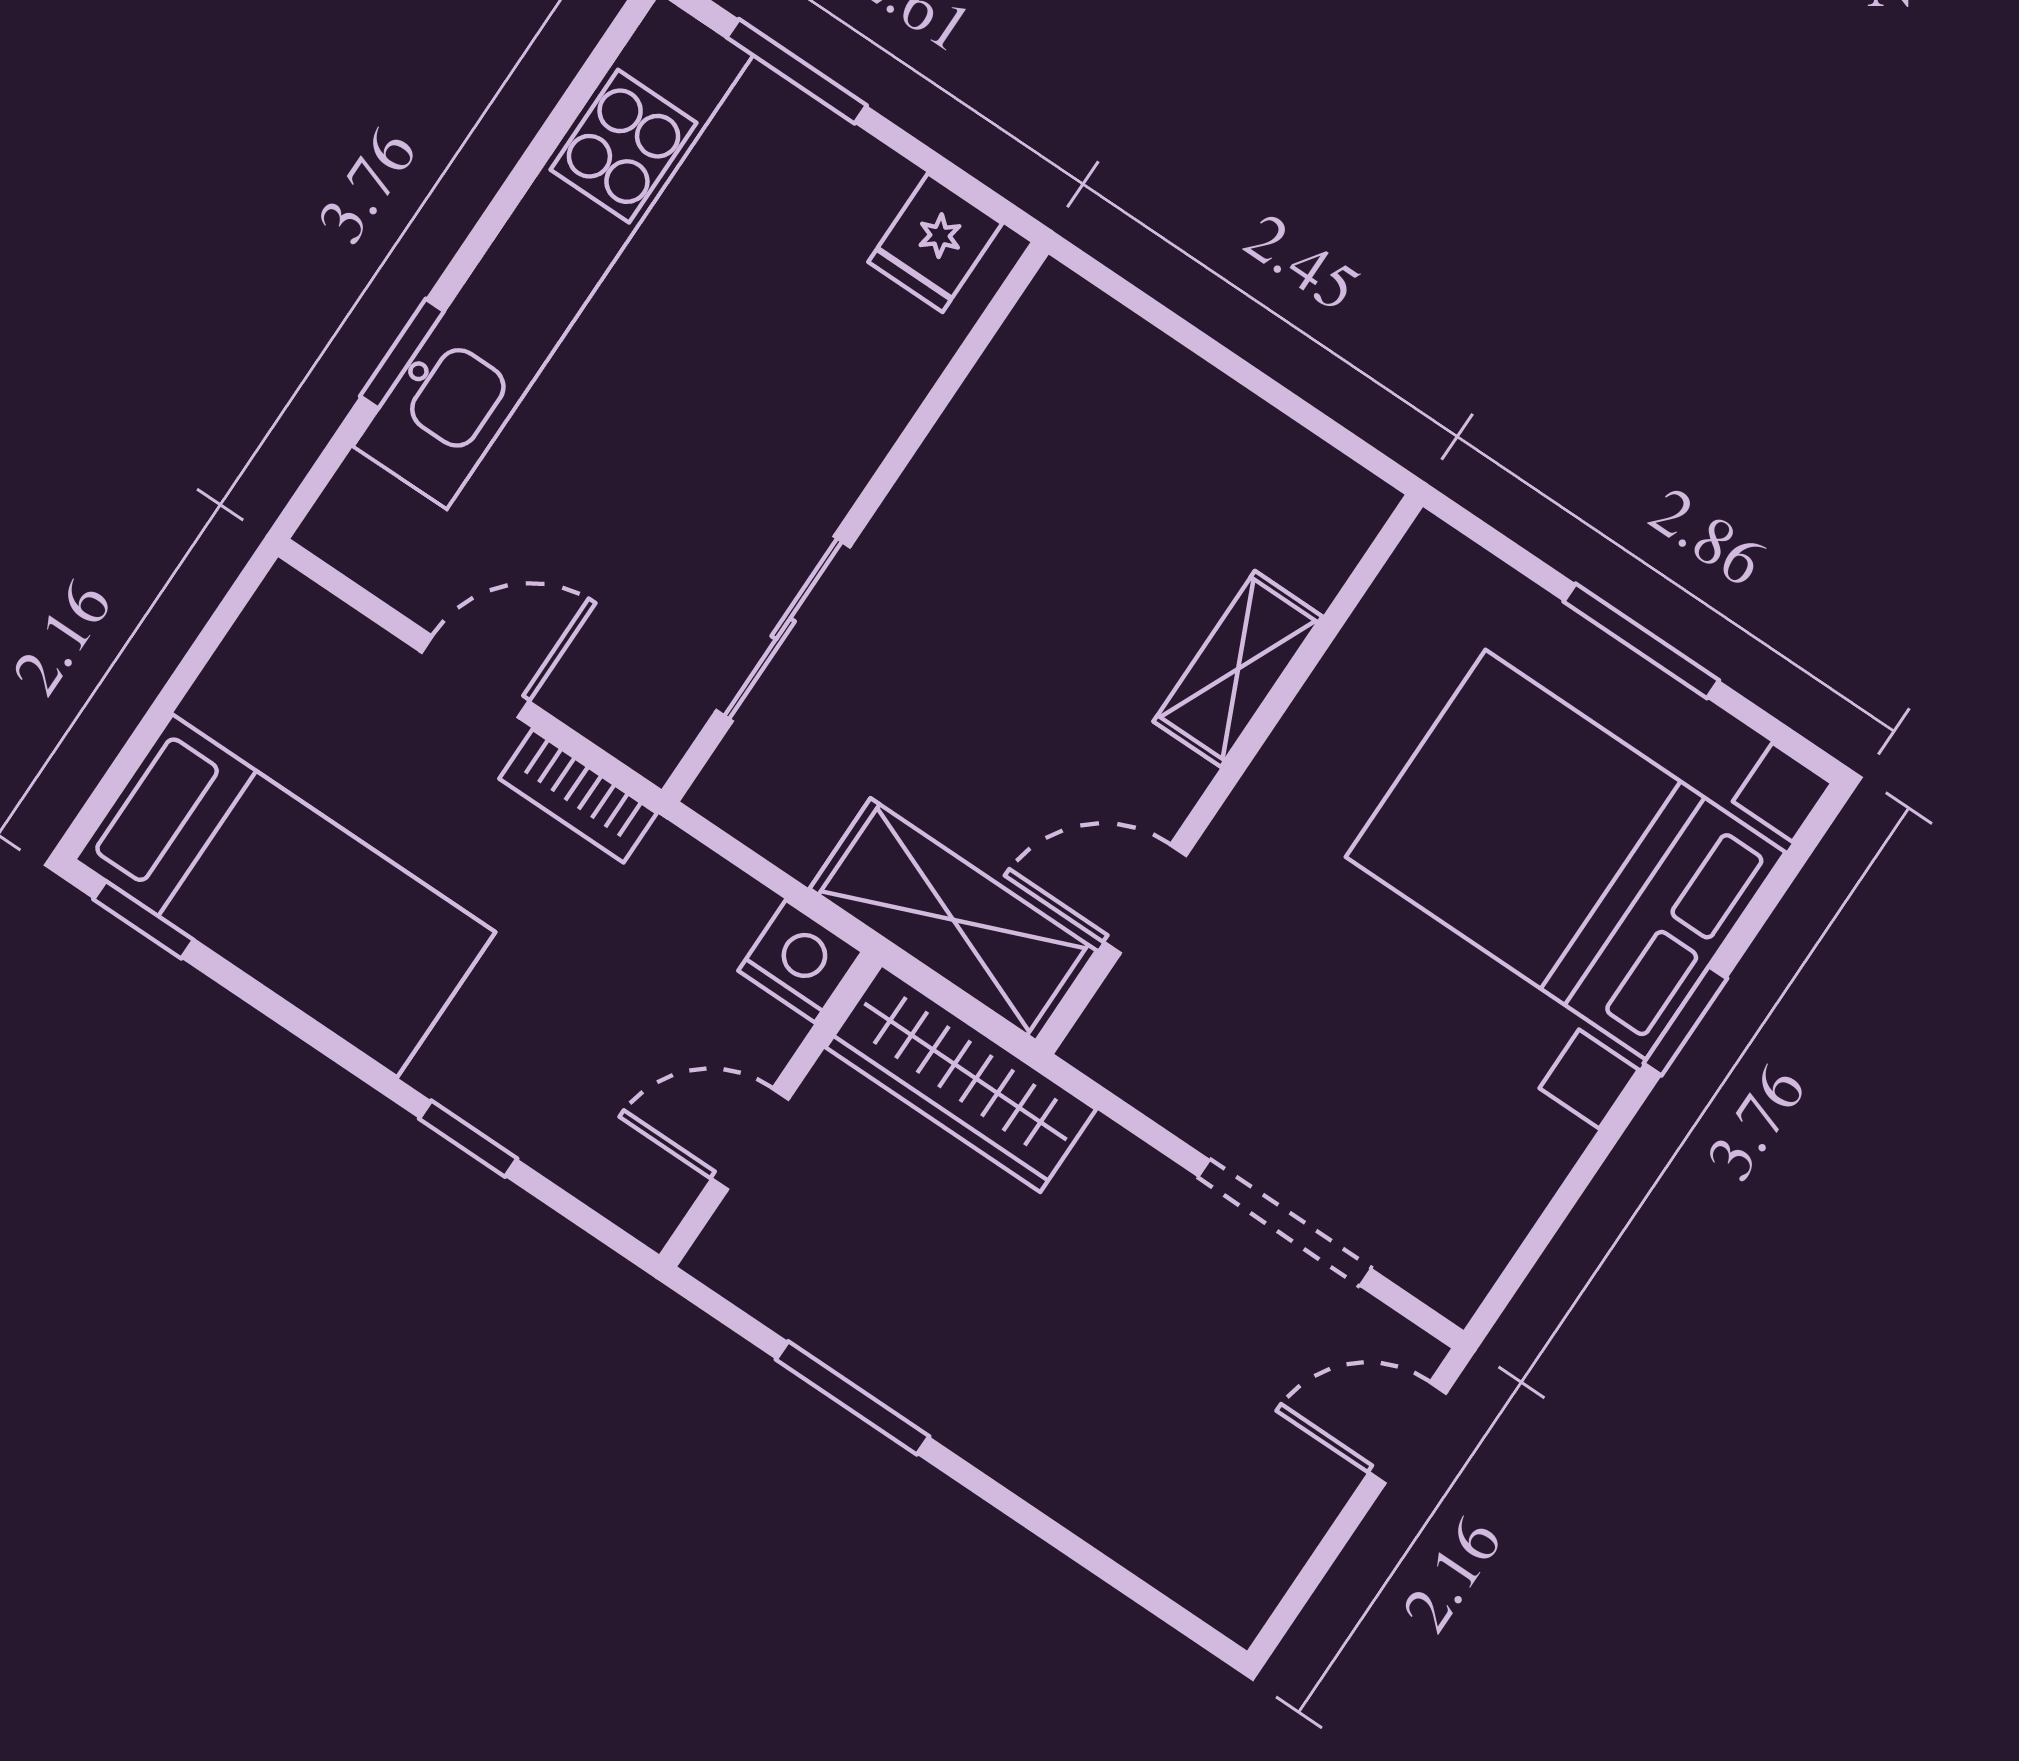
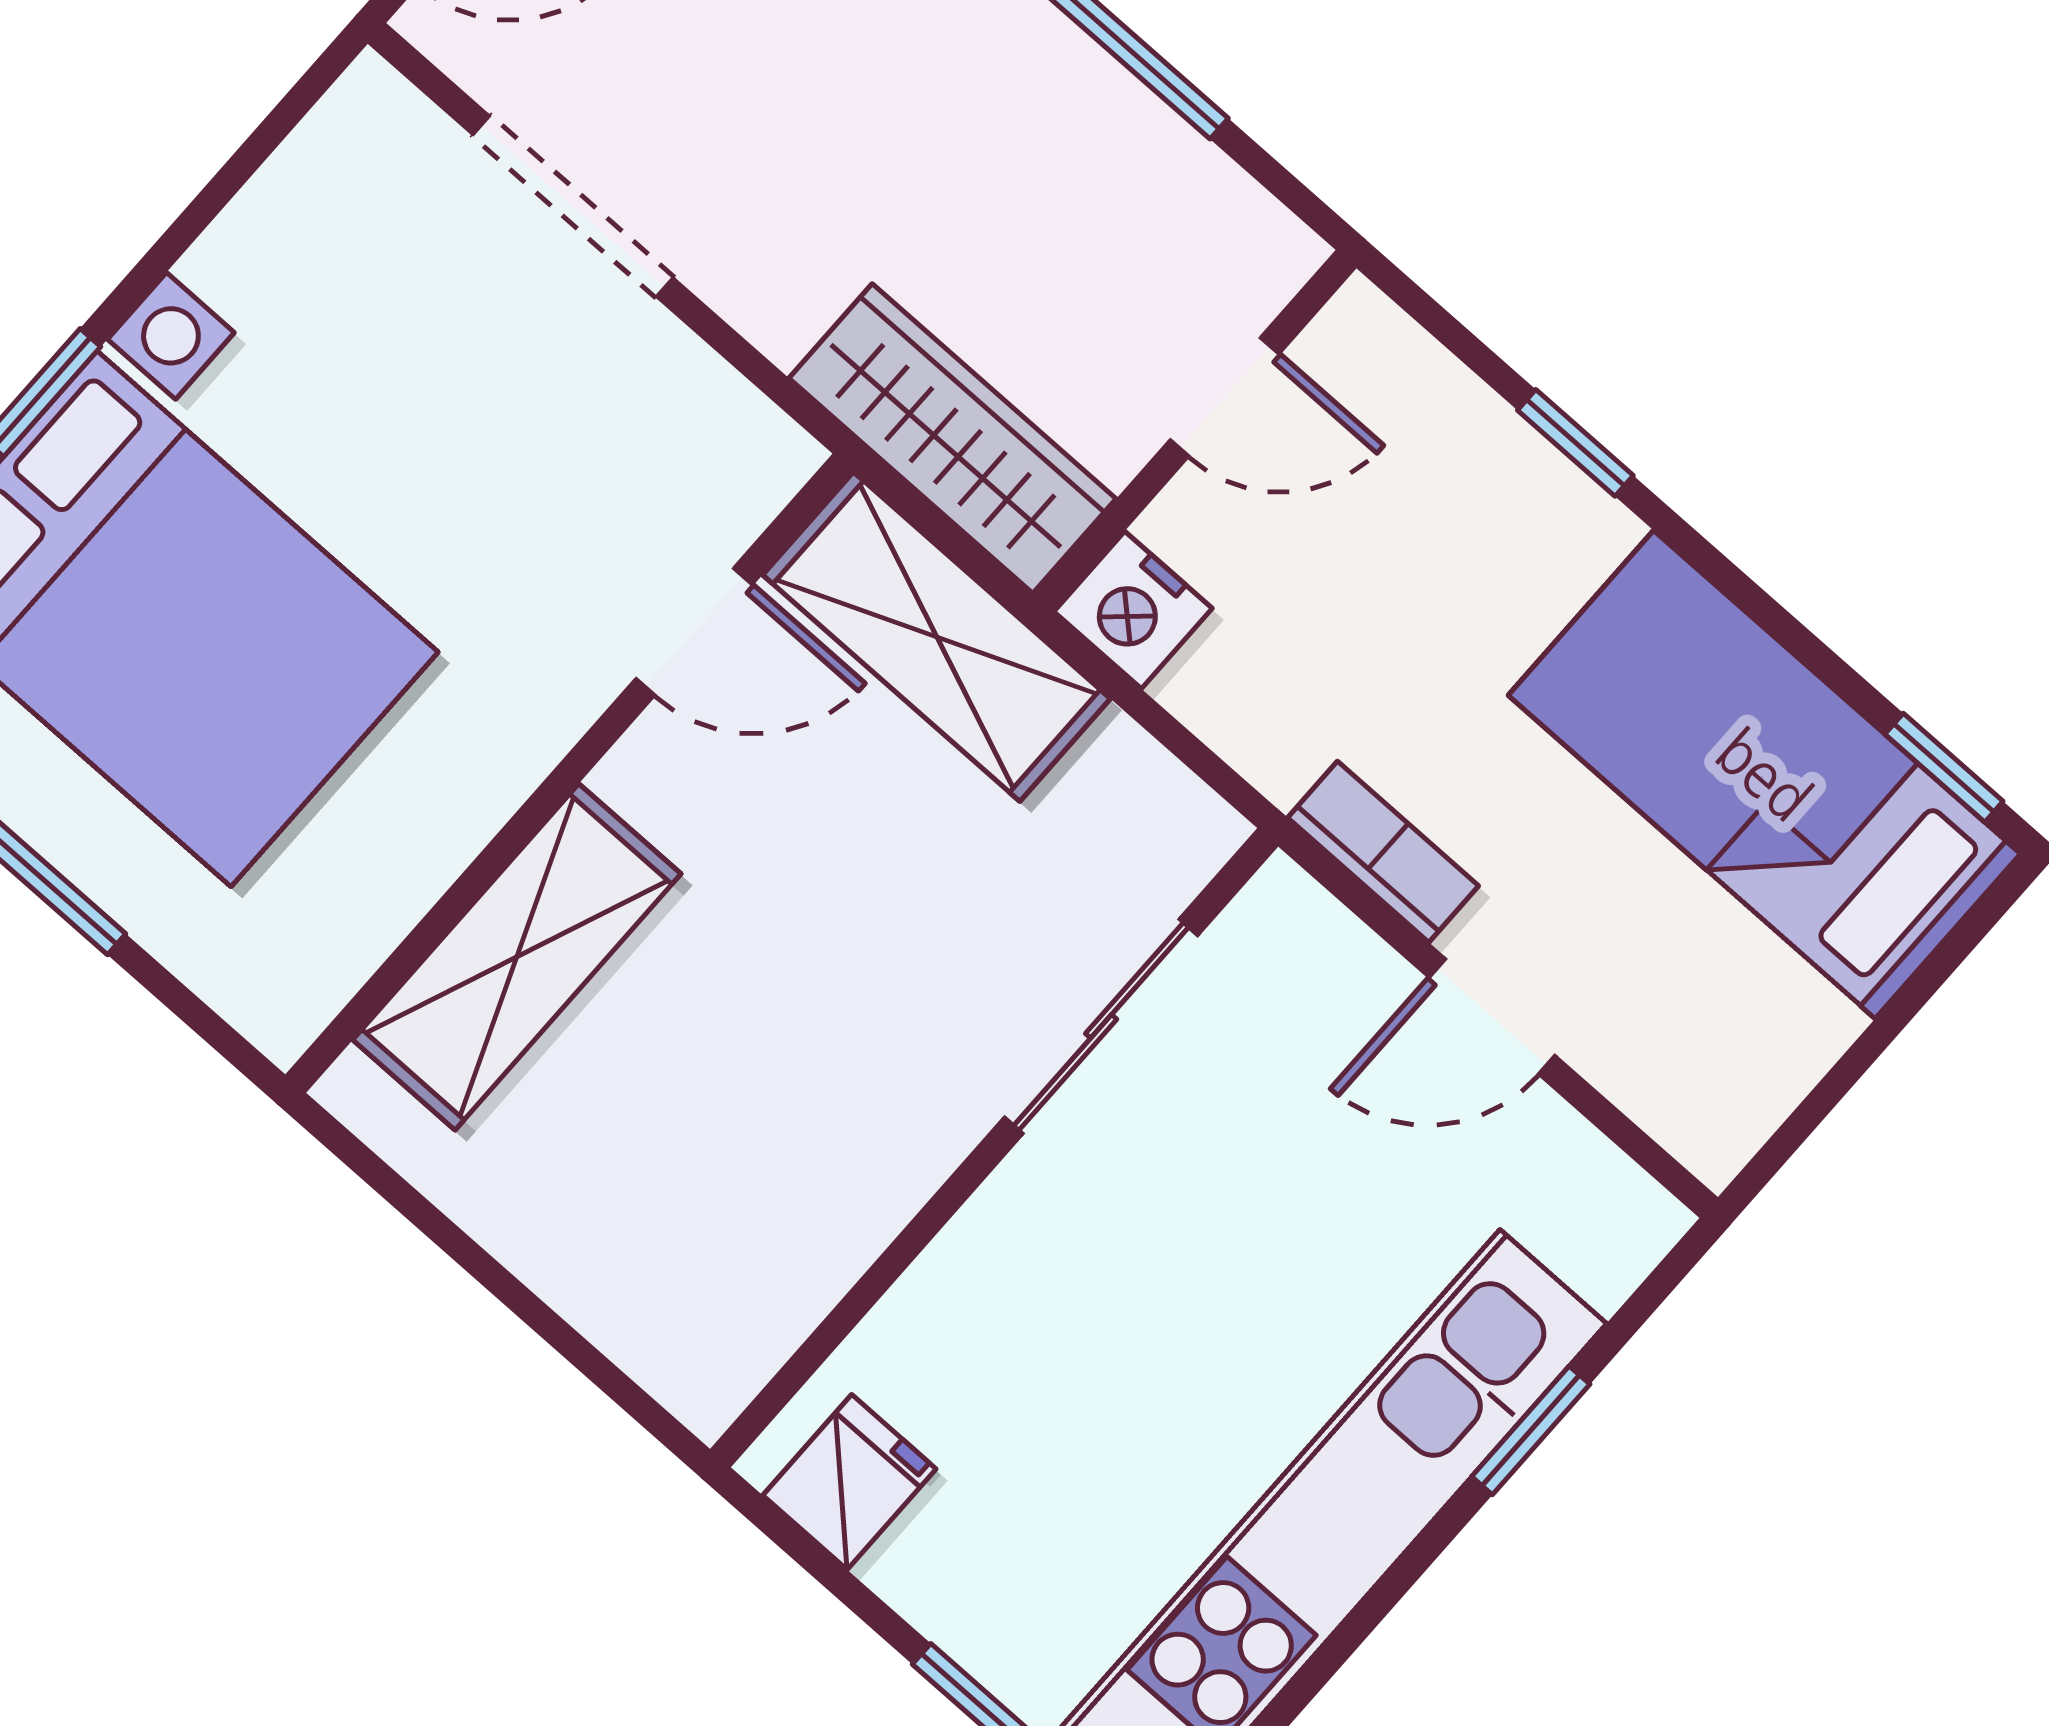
shelving: (1238, 669) -> (517, 957), width x1.50, depth x1.33

